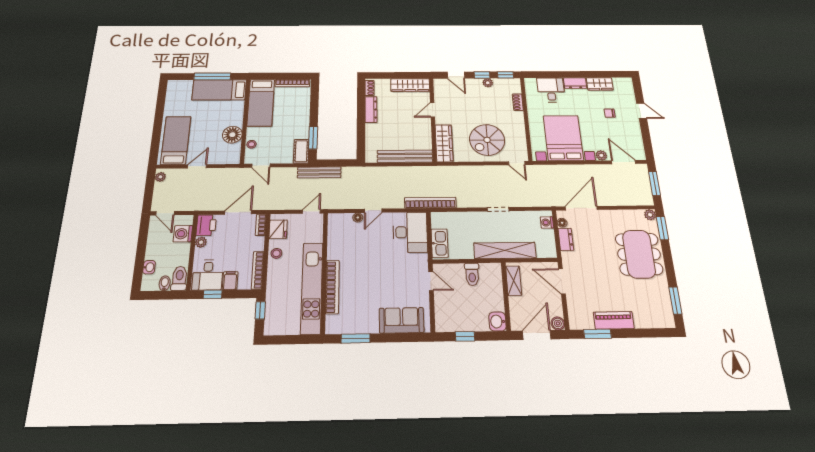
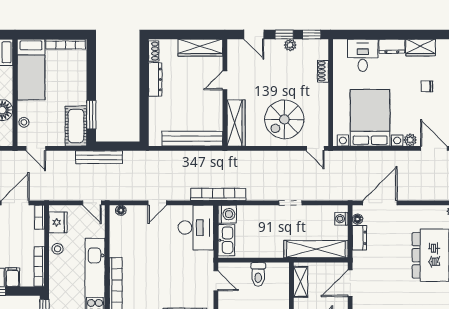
cot: (301, 151) -> (76, 126), width x1.37, depth x1.34
door: (311, 211) -> (92, 203), swing flipped
floor lamp: (358, 217) -> (121, 210), moved
washing machine: (439, 220) -> (227, 214), added
shelving: (505, 250) -> (316, 249), moved
door: (562, 281) -> (350, 283), hinge flipped

